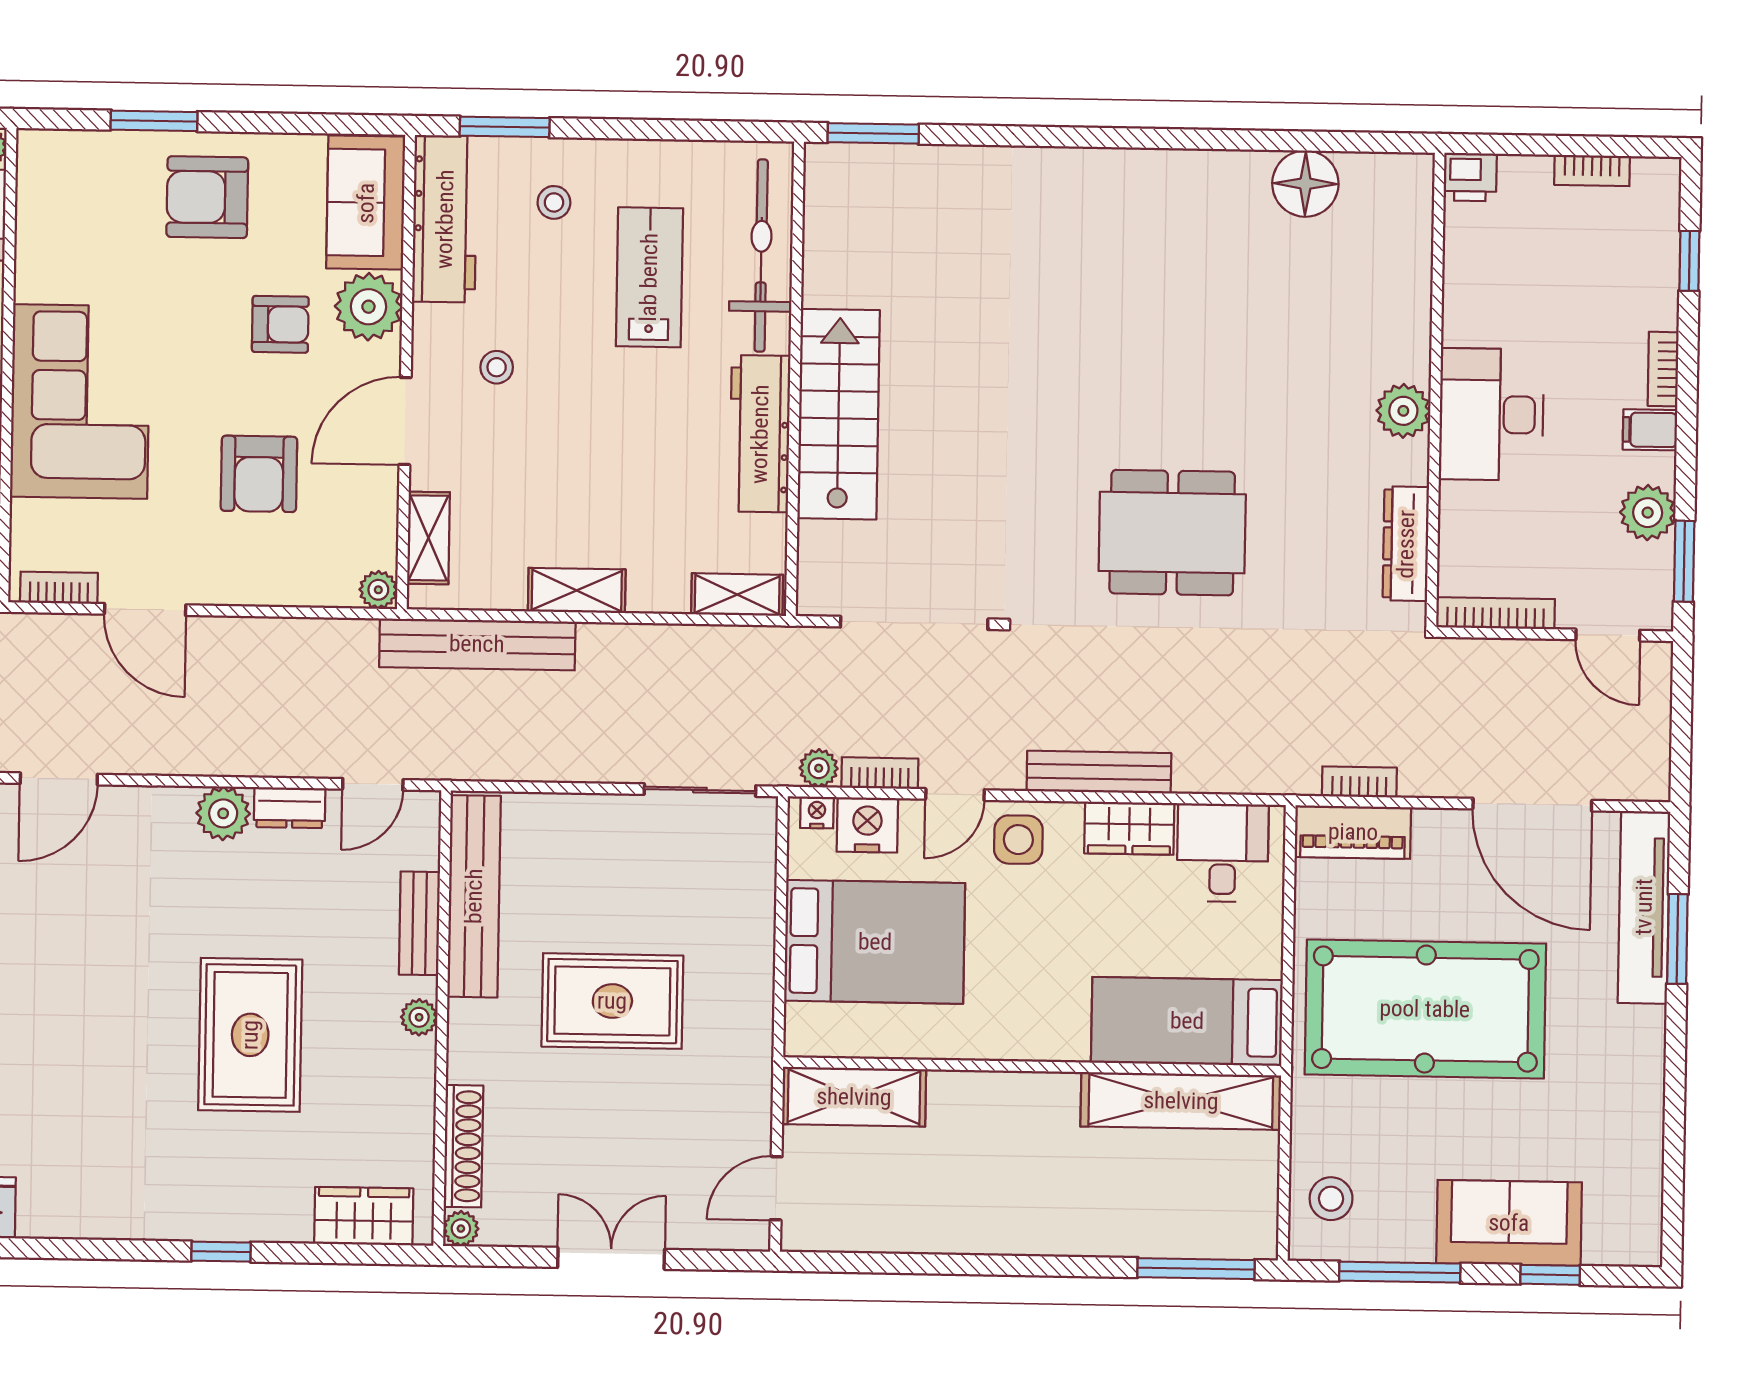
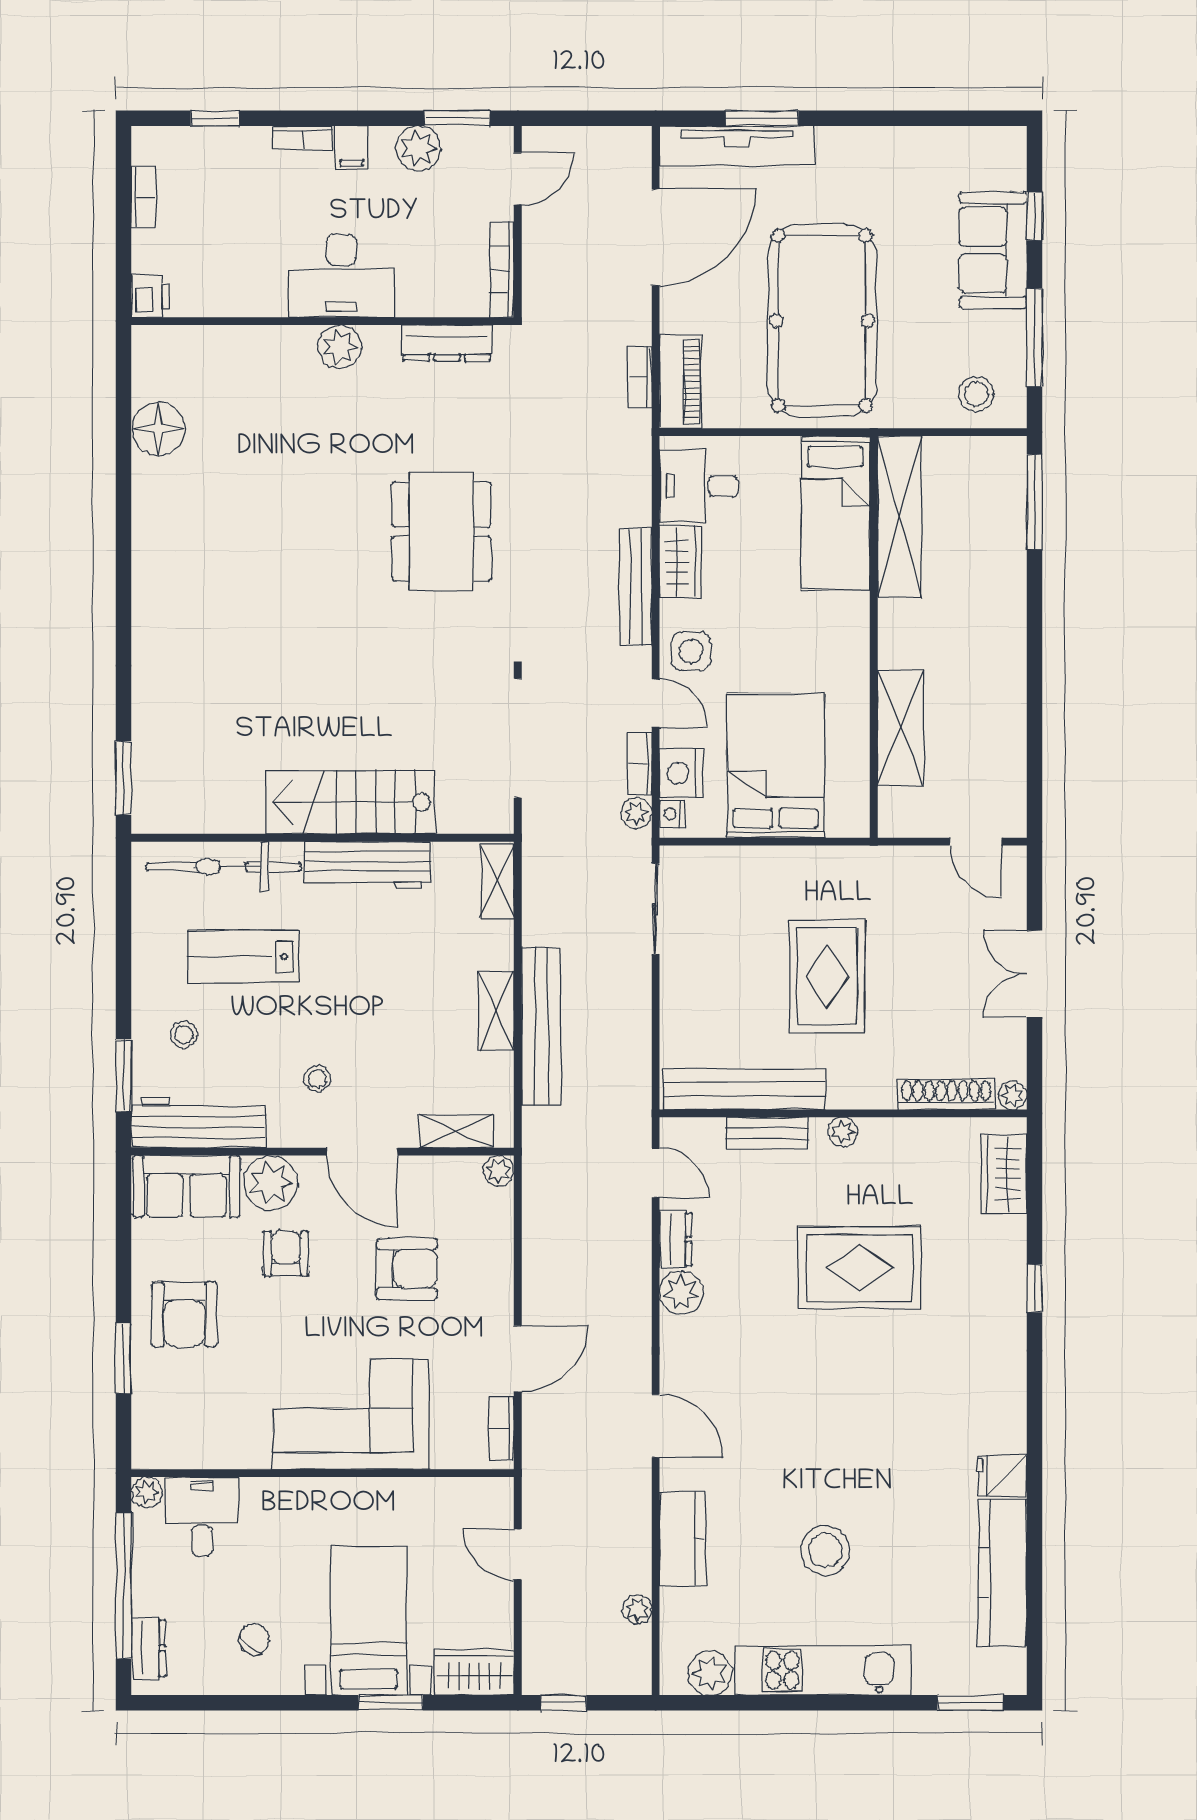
bench: (477, 644) -> (541, 1027), moved
shelving: (854, 1097) -> (901, 728), moved

